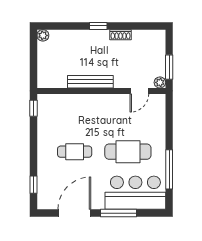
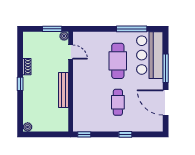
window: (33, 185) -> (125, 134), moved

